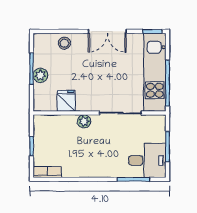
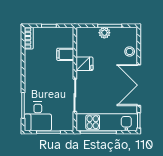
double door: (107, 31) -> (139, 85), width x1.37
fridge: (66, 101) -> (85, 64), moved
plant: (84, 121) -> (68, 67), removed
filing cabinet: (68, 125) -> (65, 54), added

